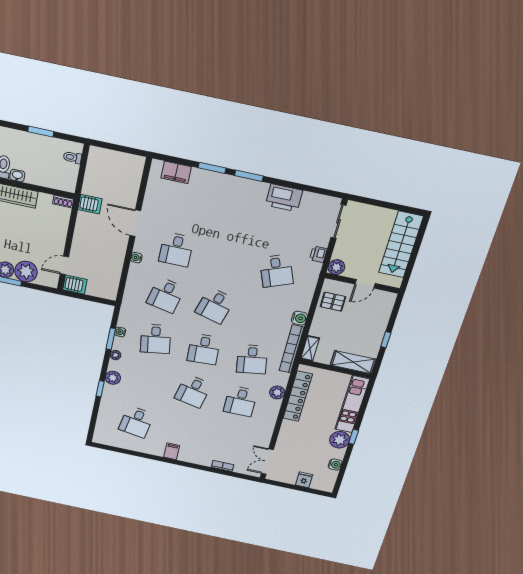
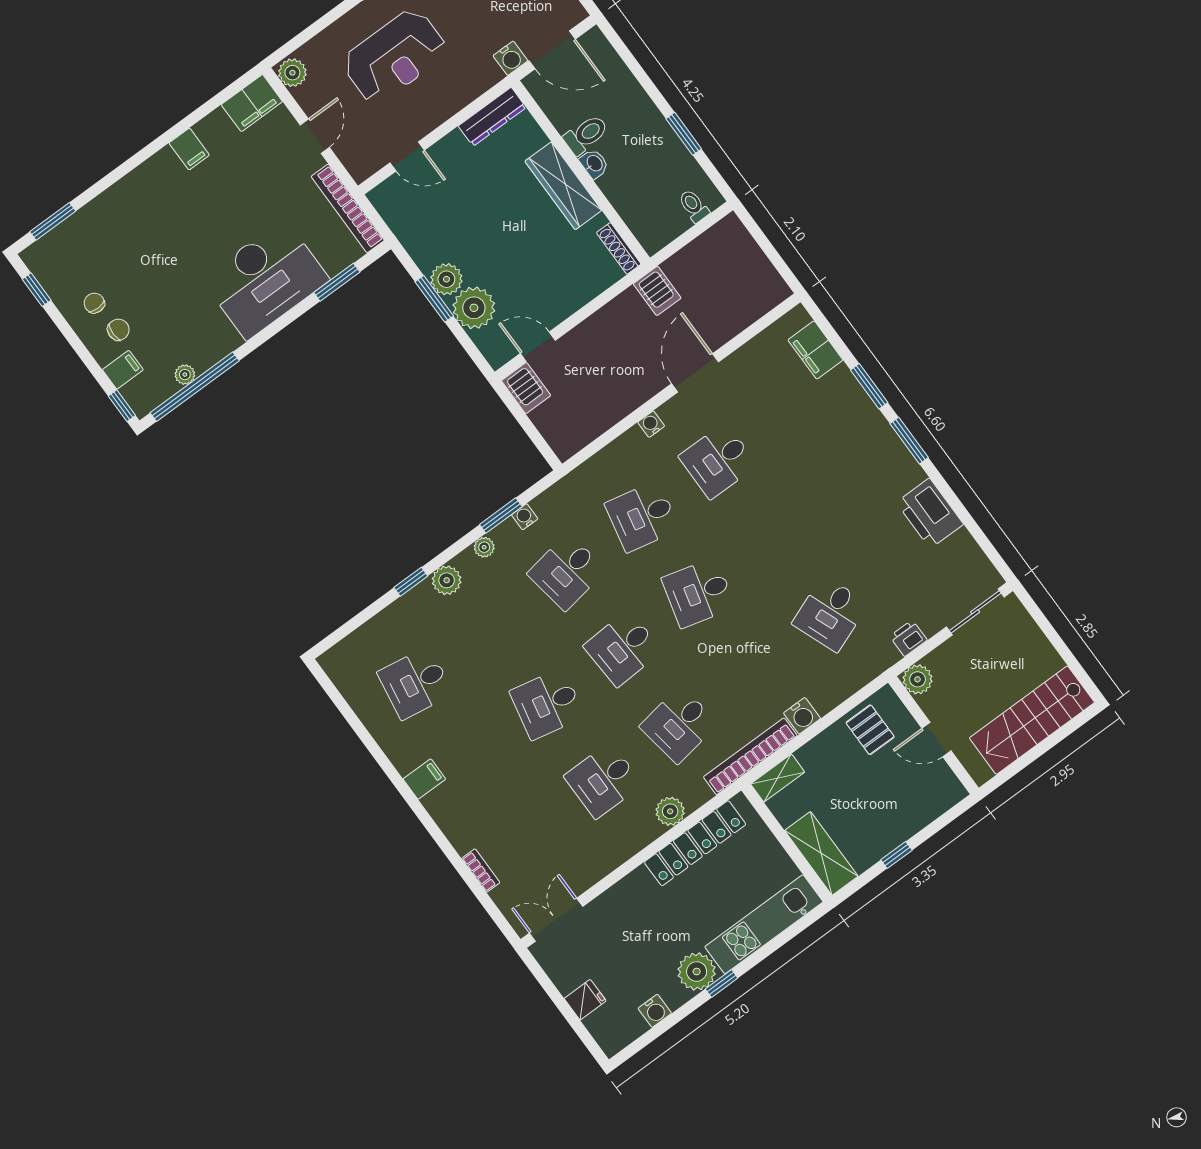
shoe rack: (63, 201) -> (619, 248), width x1.43

